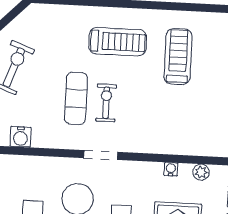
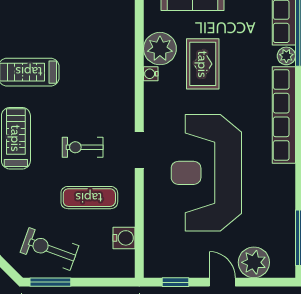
exercise mat: (76, 98) -> (89, 198), moved
plant: (201, 172) -> (160, 49), width x1.88, depth x1.88

